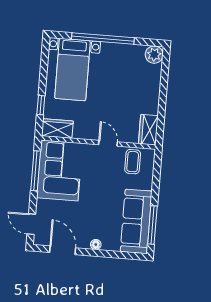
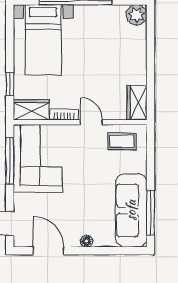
bookcase: (85, 135) -> (64, 114), added
coffee table: (133, 162) -> (122, 141), turned 90

